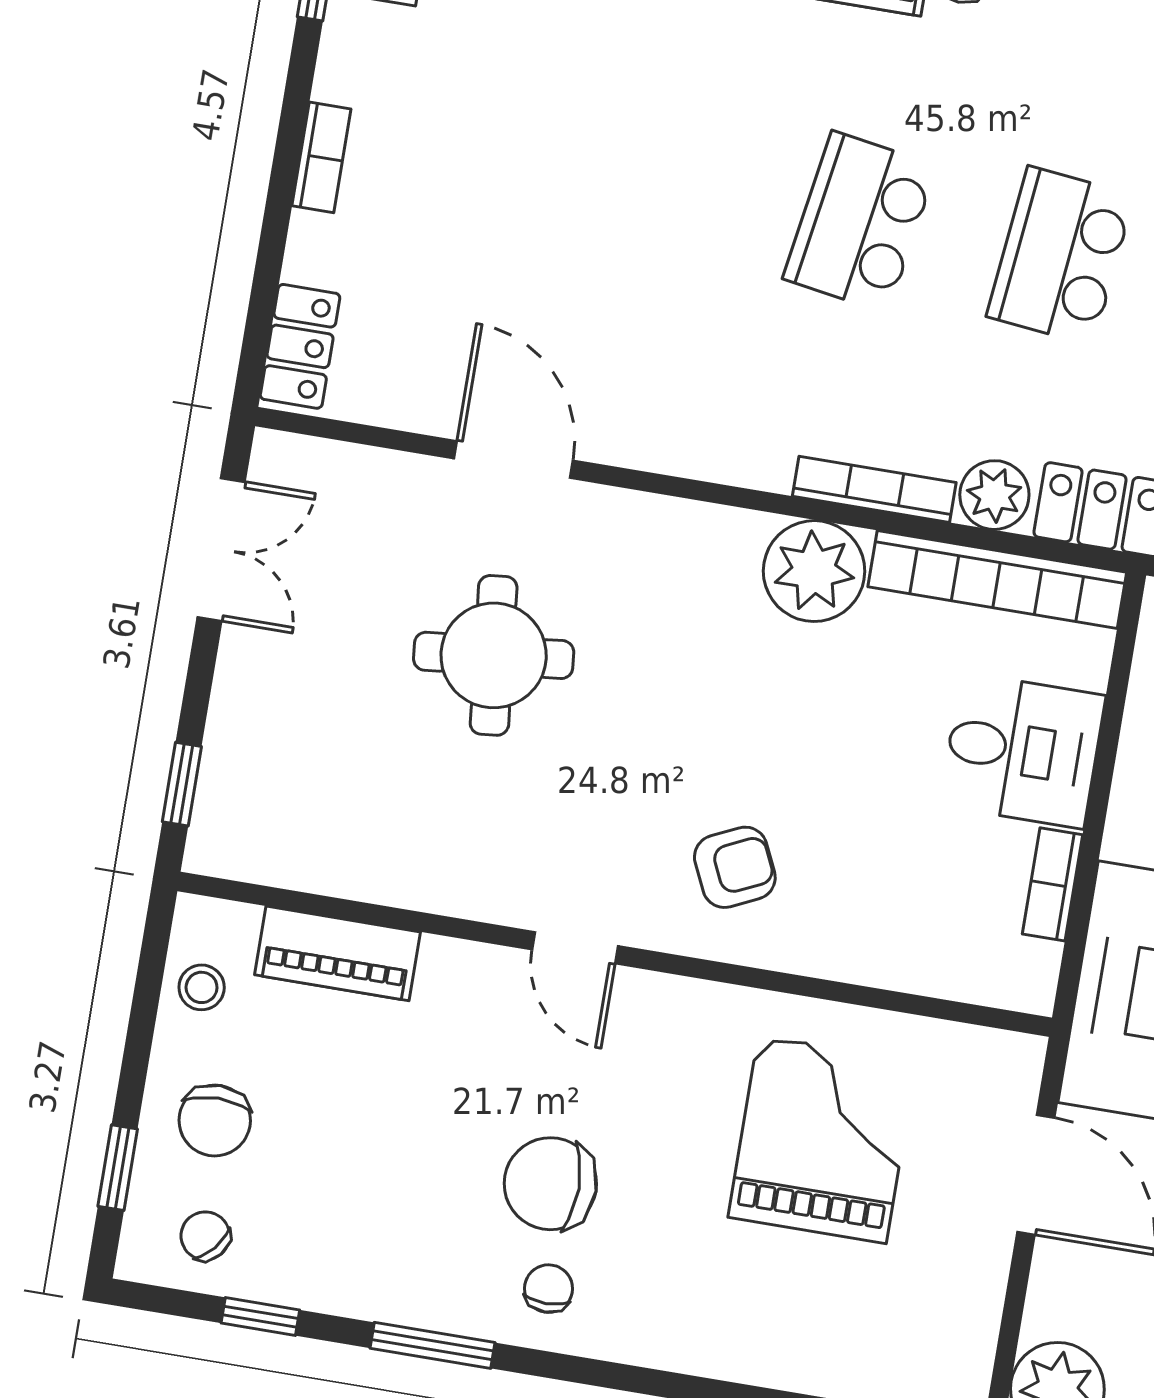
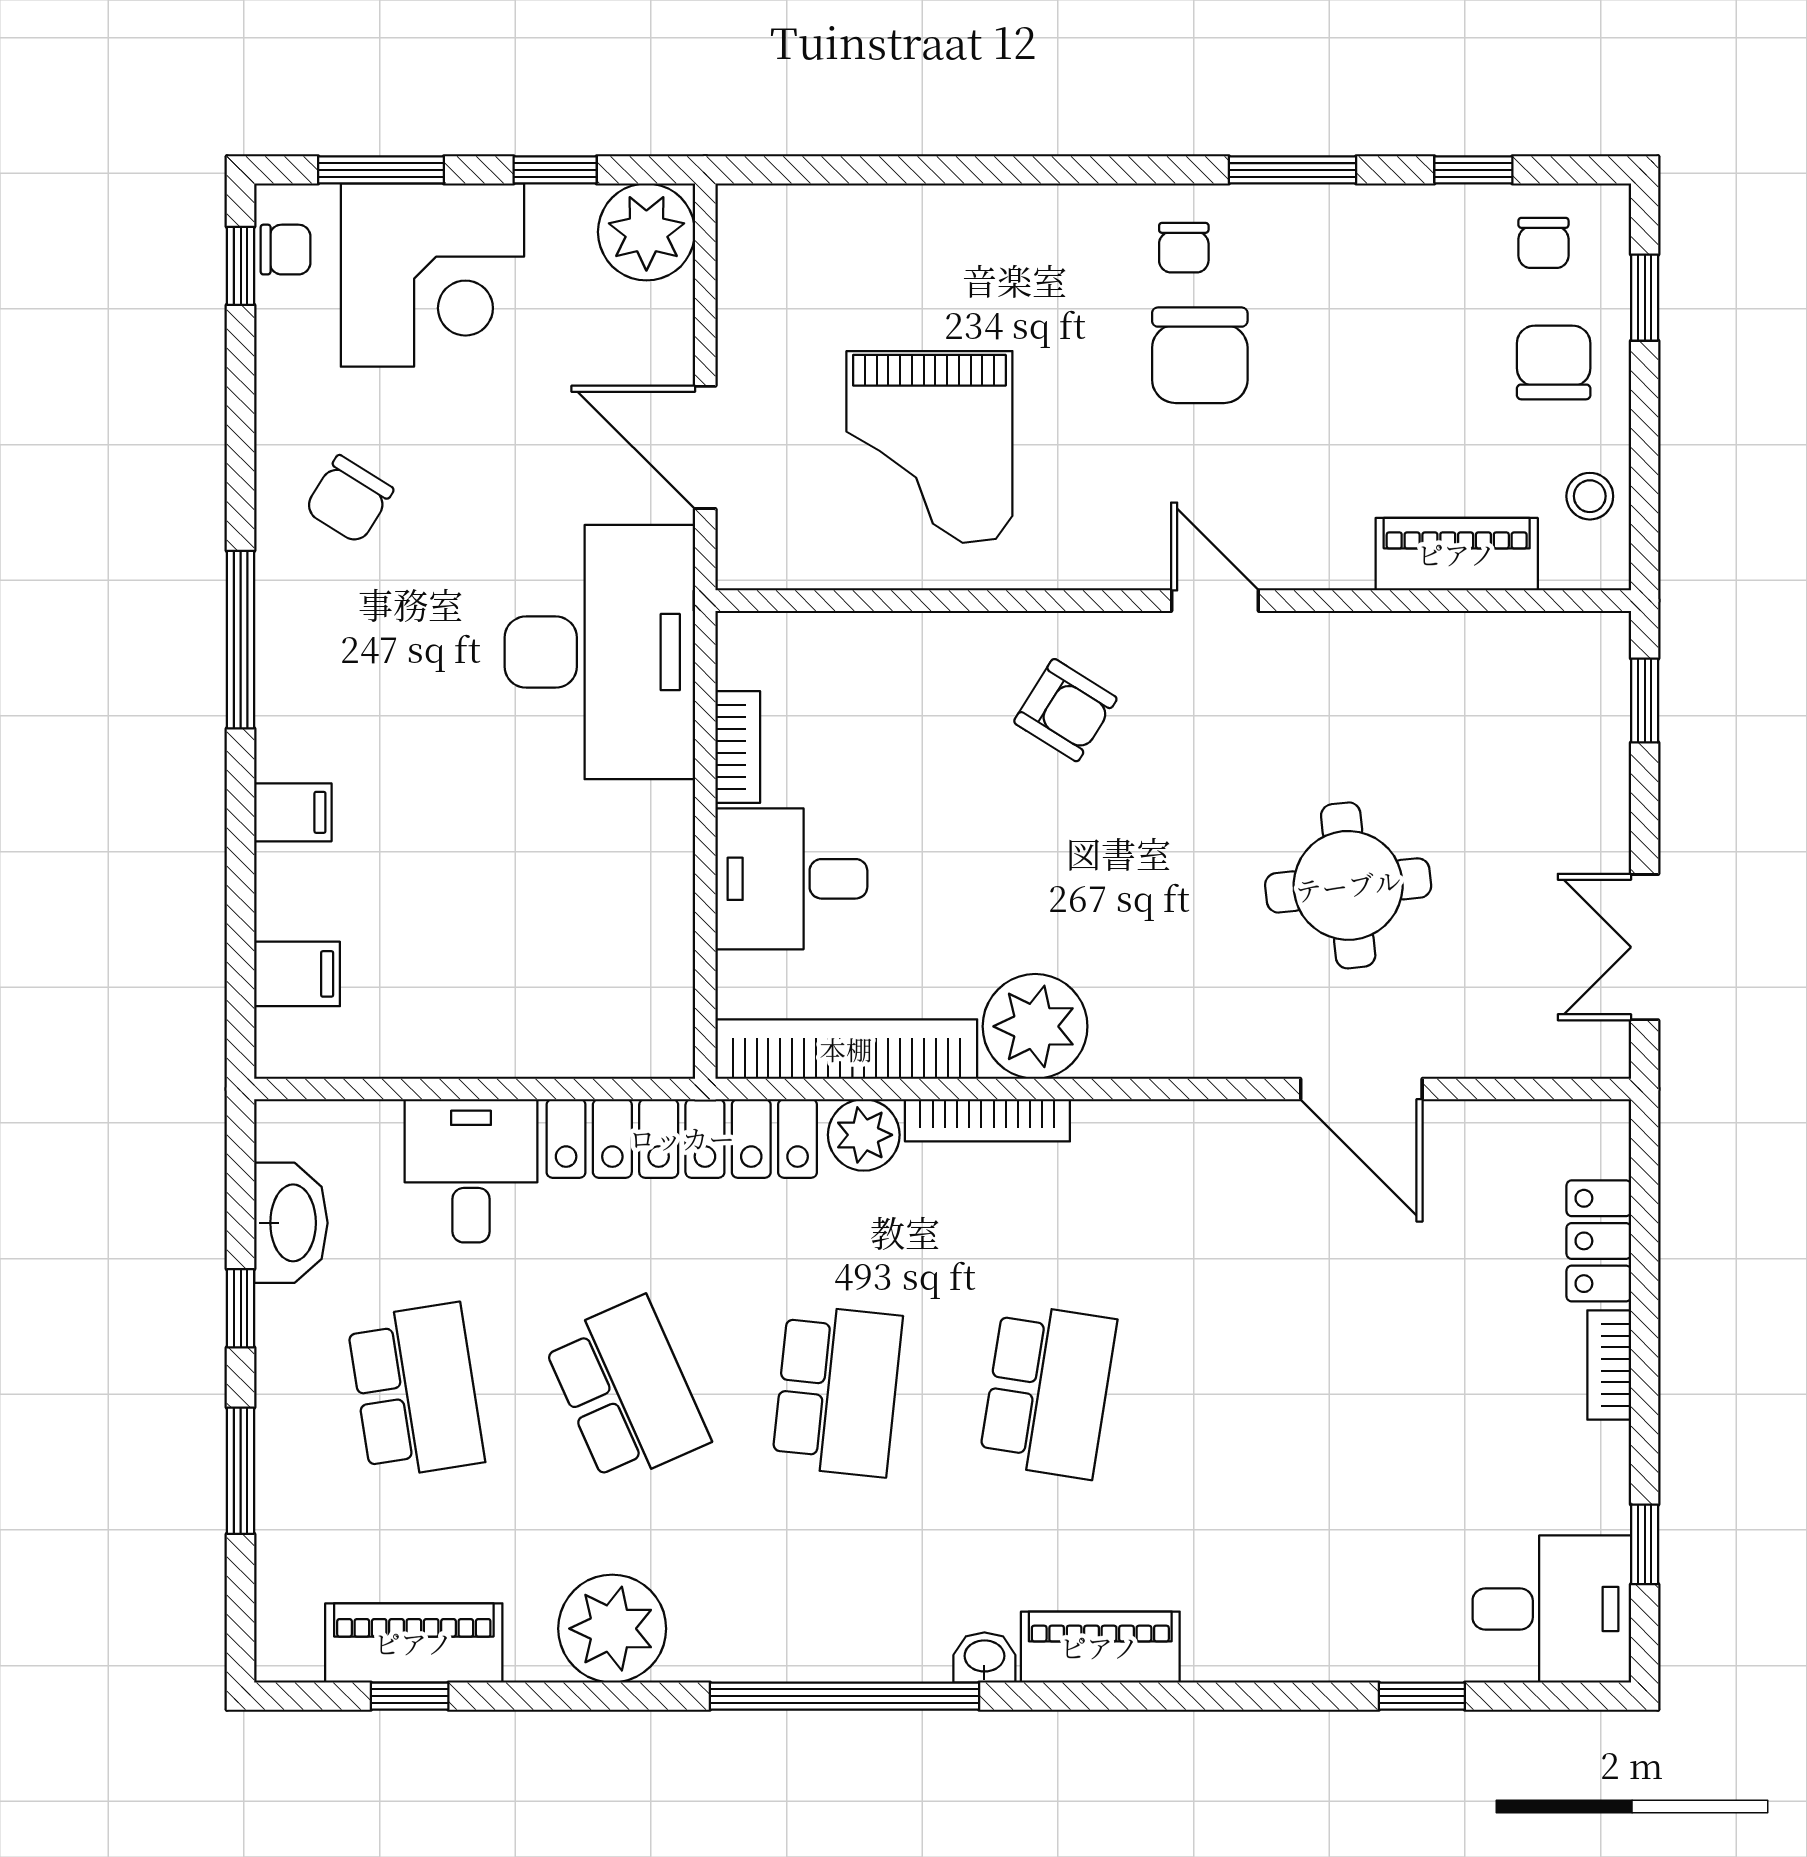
locker: (300, 346) -> (1599, 1241), moved
armchair: (735, 867) -> (1065, 710), turned -123
chair: (550, 1184) -> (1200, 355), turned 90
chair: (205, 1236) -> (1543, 243), turned 50

